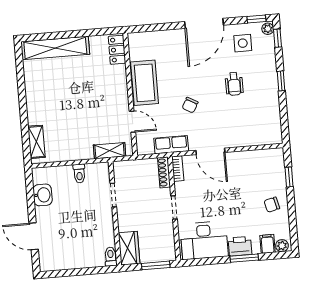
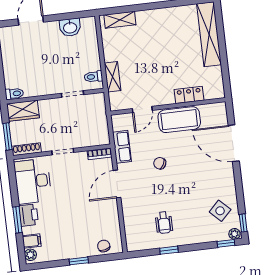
door: (204, 23) -> (234, 143), moved
side table: (243, 43) -> (220, 211), turned 45
locker: (117, 50) -> (189, 95), moved
window: (281, 81) -> (169, 250), moved
wheelchair: (234, 84) -> (164, 223), moved, turned -90
shelving: (110, 151) -> (113, 77), moved
shoe rack: (164, 172) -> (27, 149), moved
toilet: (79, 173) -> (93, 77), moved
window: (289, 177) -> (79, 261), moved
chair: (272, 205) -> (104, 246), moved

